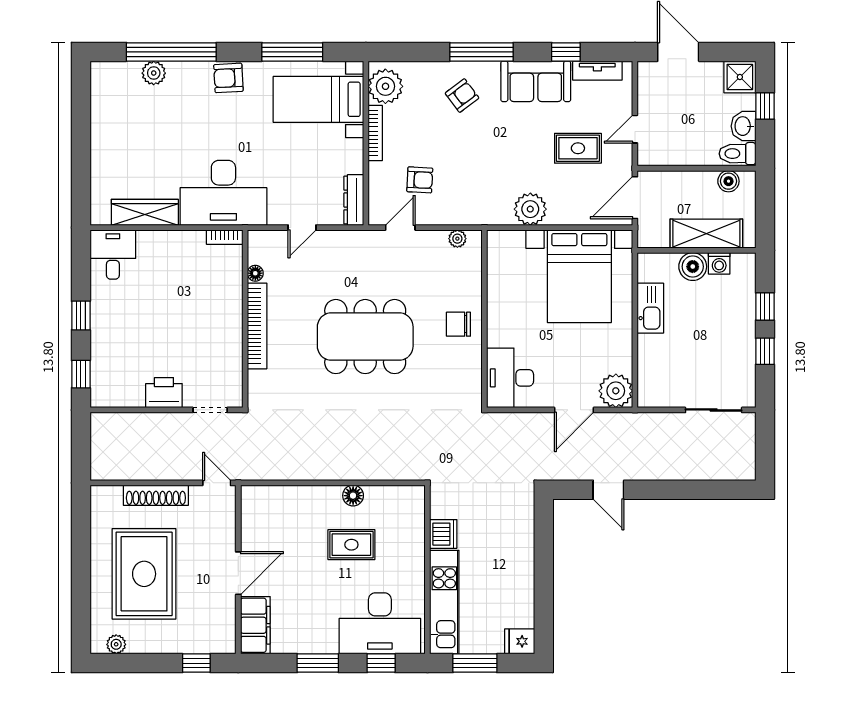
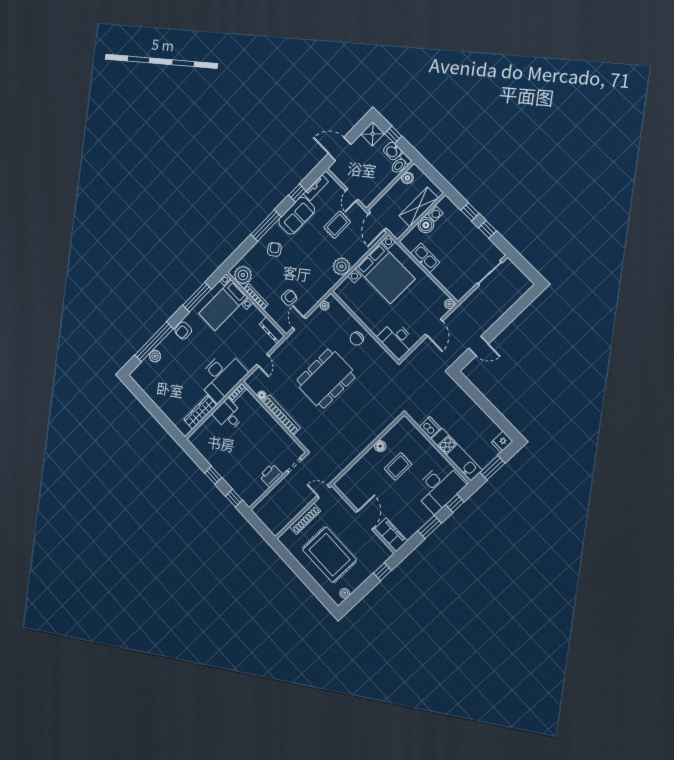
desk: (113, 254) -> (228, 415), moved
plant: (616, 391) -> (449, 304), width x0.53, depth x0.53

